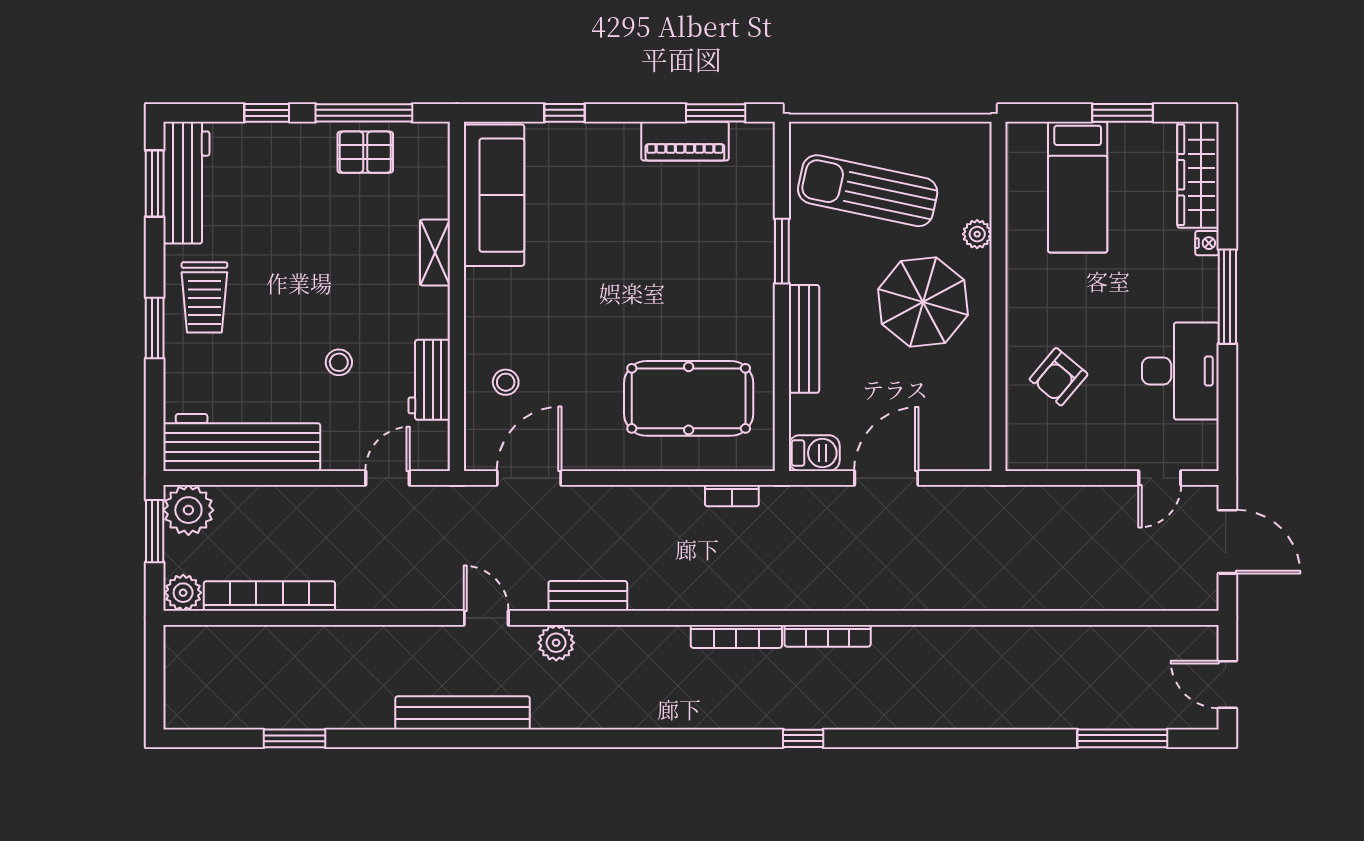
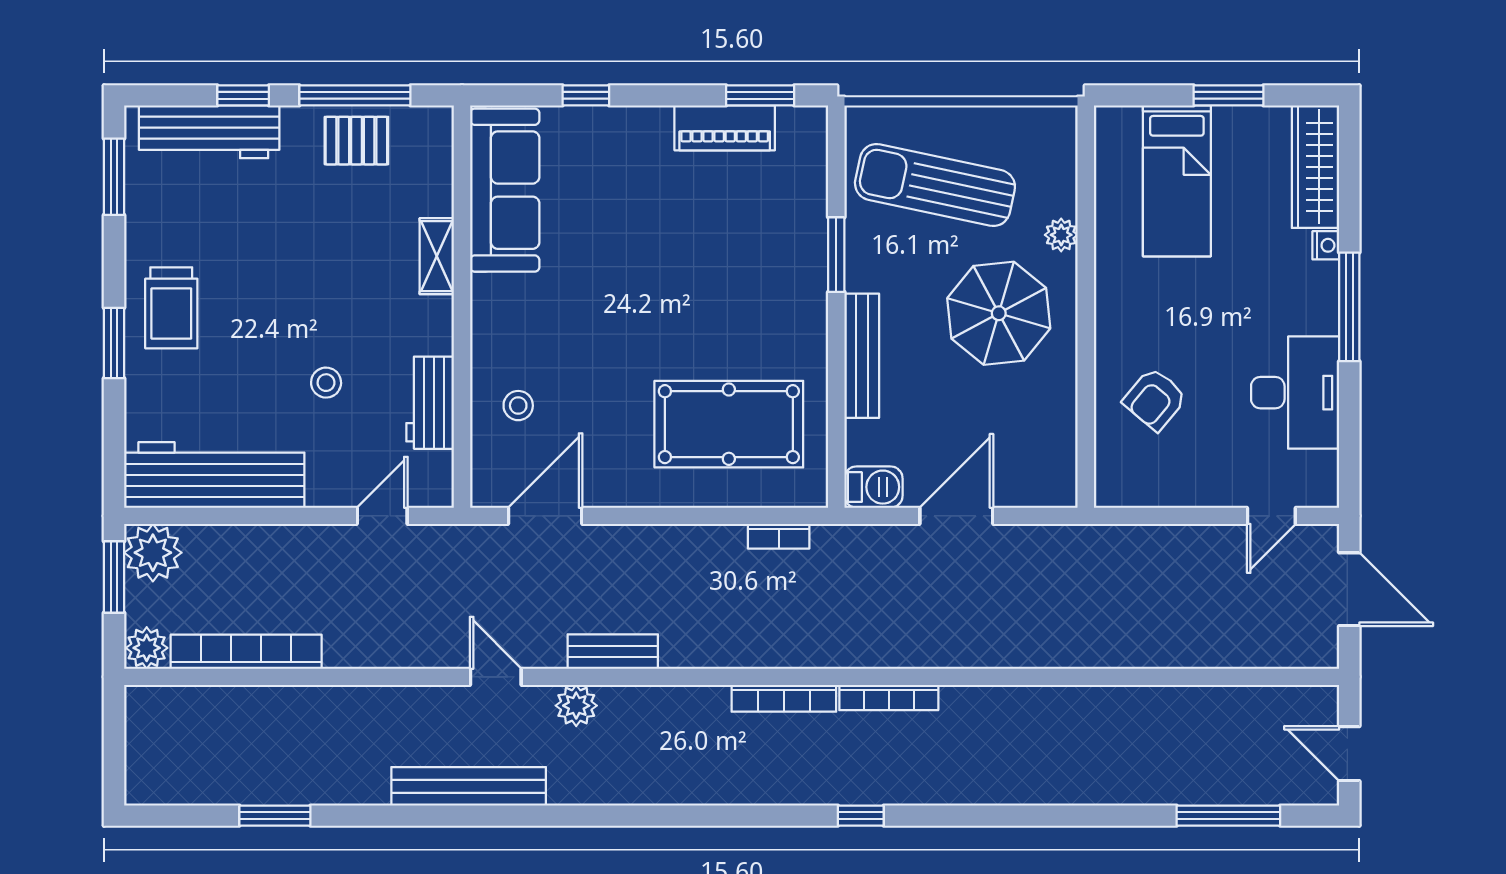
workbench: (186, 183) -> (209, 132), moved, turned 90

